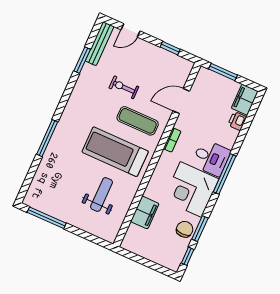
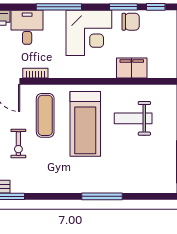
bookcase: (172, 140) -> (35, 73), moved
desk: (211, 158) -> (27, 27), moved
chair: (185, 229) -> (131, 22), turned 180

